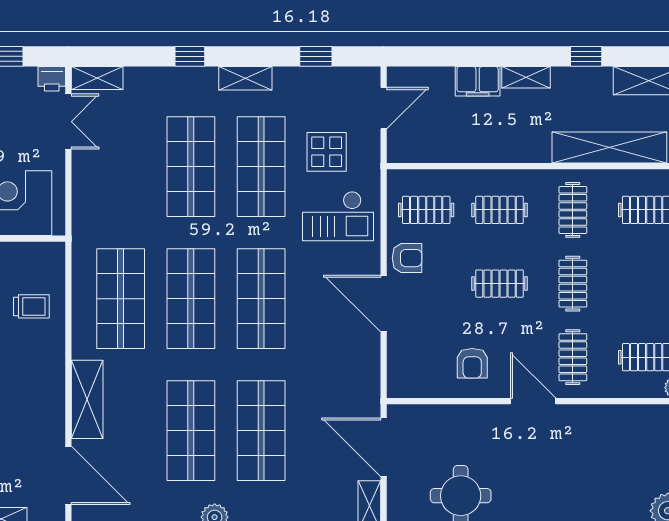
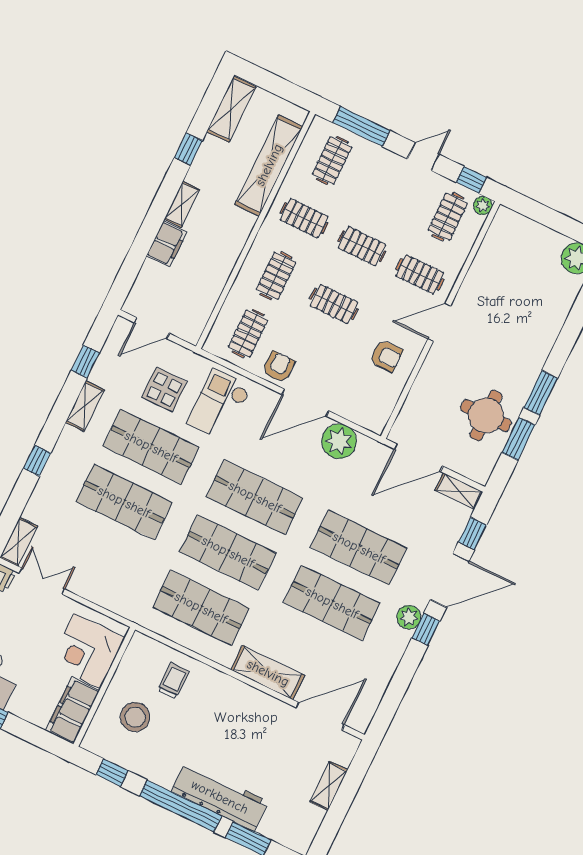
shelving: (245, 78) -> (85, 406), moved
door: (384, 108) -> (152, 328), swing flipped
checkout: (338, 216) -> (219, 405), turned 180
clothes rail: (500, 284) -> (334, 304), turned 90
plant: (361, 357) -> (339, 441), added

